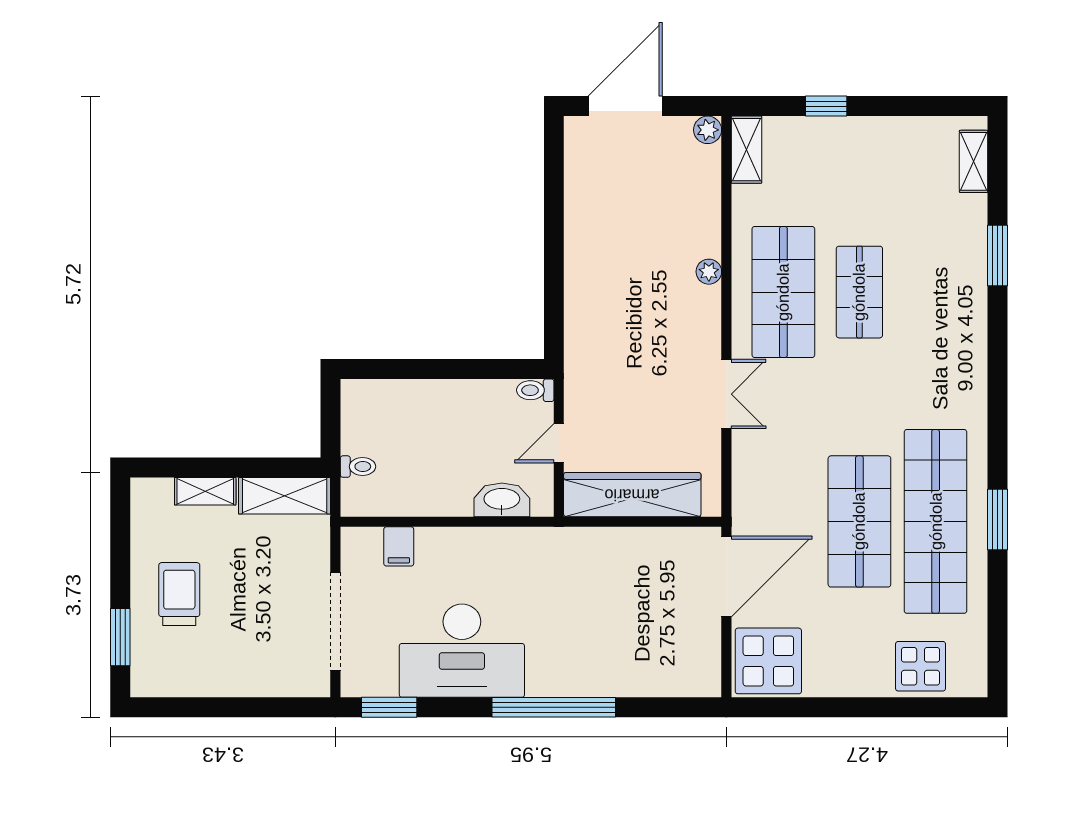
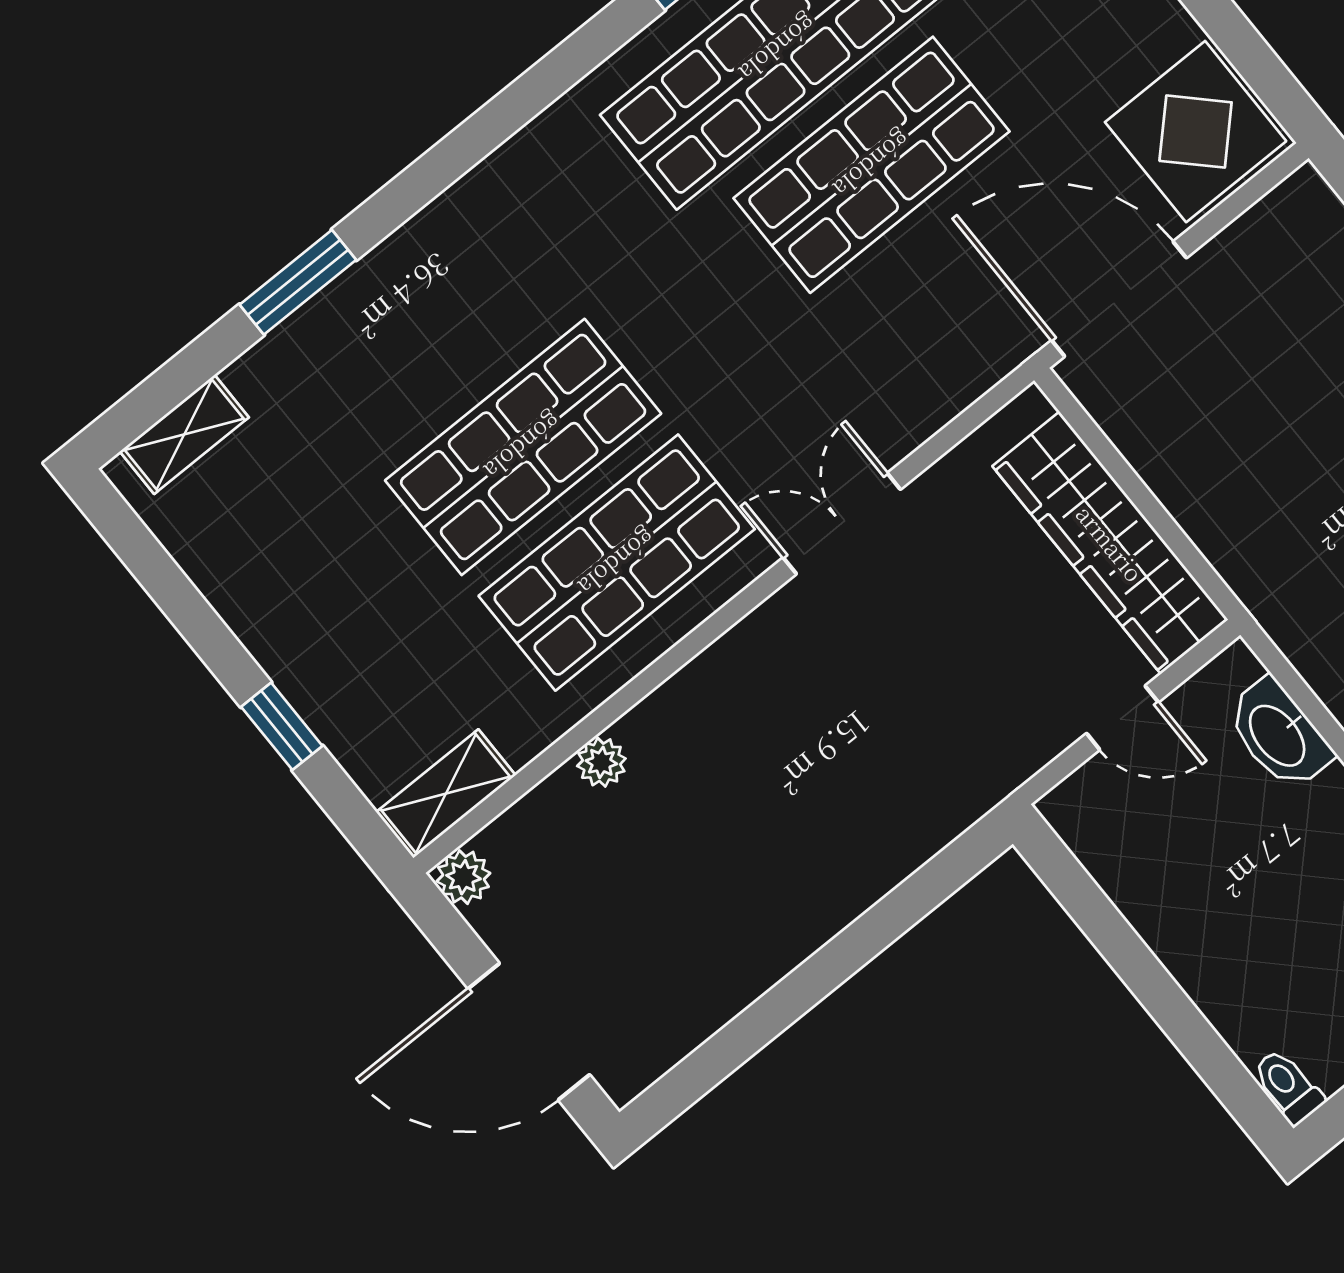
plant: (709, 272) -> (601, 762), moved
shop shelf: (859, 292) -> (523, 447), width x1.43, depth x1.36
toilet: (535, 390) -> (1288, 1086), moved, turned 180

